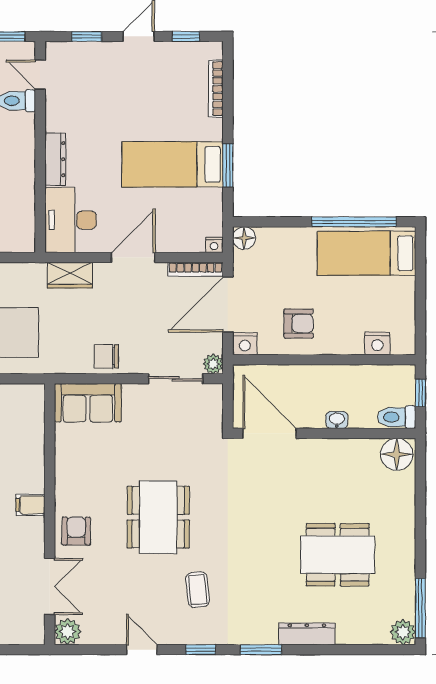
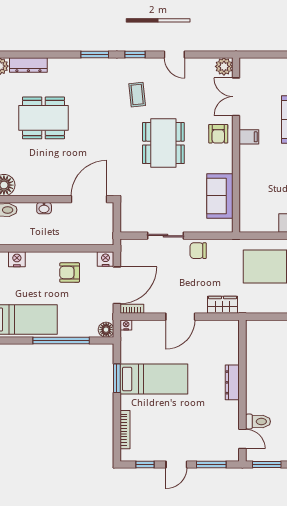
window: (87, 36) -> (211, 464), width x1.50
desk: (71, 220) -> (222, 342), removed
window: (354, 222) -> (61, 341), moved
bookcase: (195, 269) -> (132, 309), width x0.64
chair: (106, 356) -> (198, 251), turned 180
plant: (213, 364) -> (127, 245), removed
sliding door: (176, 379) -> (166, 236), moved
sofa: (88, 403) -> (220, 196), moved, turned -90
door: (270, 433) -> (89, 199), swing flipped
filing cabinet: (30, 505) -> (249, 137), moved
dresser: (307, 634) -> (28, 65), moved

